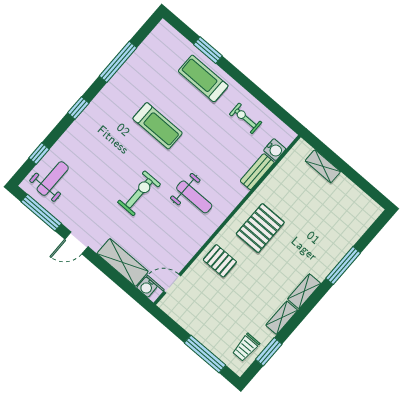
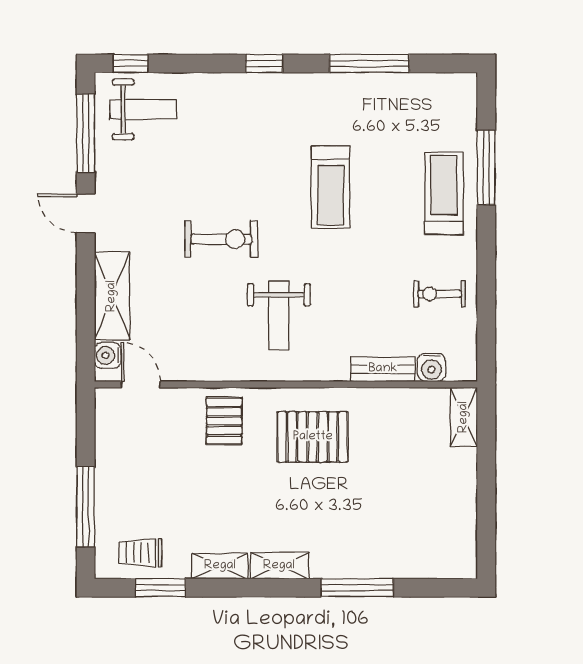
window: (208, 50) -> (486, 168), width x1.44
exercise bike: (246, 118) -> (440, 294), turned -90
window: (39, 154) -> (130, 63), moved
shelving: (323, 166) -> (464, 417), moved

